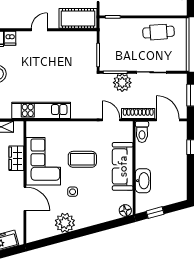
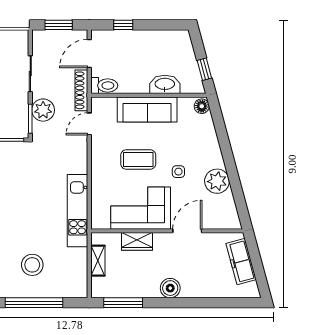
coffee table: (82, 159) -> (138, 160), turned 90

